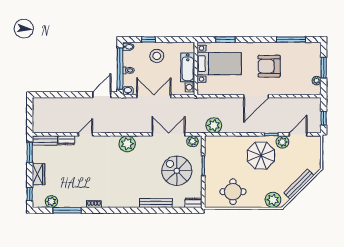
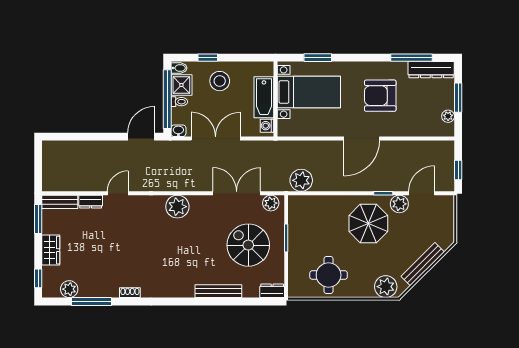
dresser: (305, 48) -> (431, 70), added
shower: (130, 59) -> (181, 85), added

